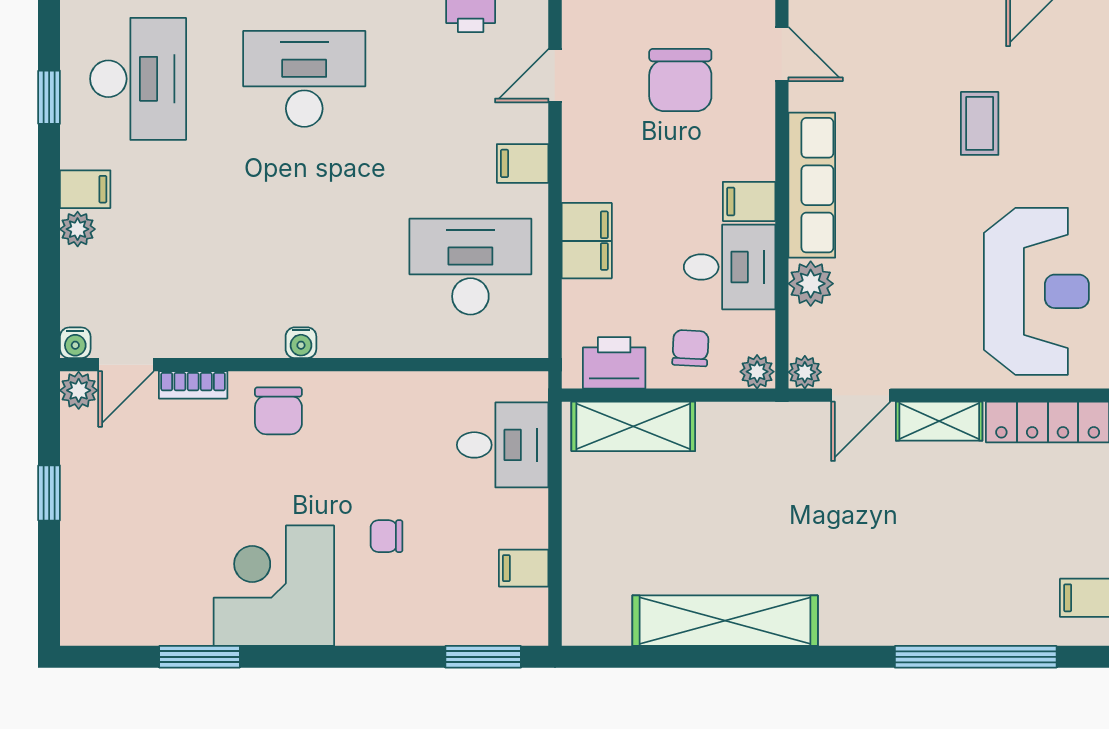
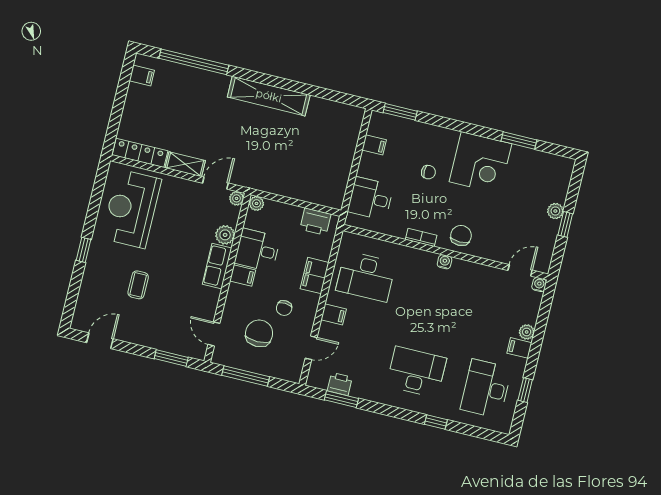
desk: (304, 79) -> (416, 372), turned 180
row of seats: (812, 185) -> (217, 266), width x0.68
chair: (690, 348) -> (284, 308), moved
bookcase: (193, 385) -> (421, 237), moved
plant: (79, 390) -> (555, 211), moved
shelving: (633, 426) -> (314, 193), removed
shelving: (725, 621) -> (269, 96), moved

